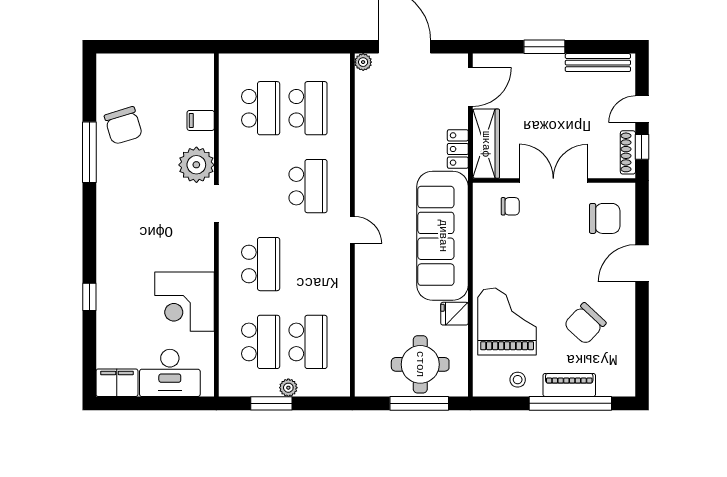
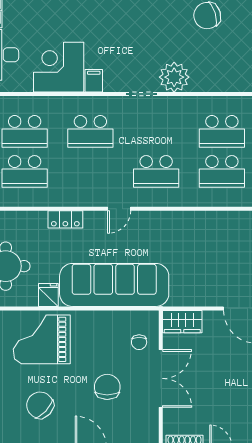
filing cabinet: (201, 120) -> (94, 81), moved
wardrobe: (486, 144) -> (182, 322), width x0.67
locker: (458, 149) -> (65, 219), moved, turned 180
chair: (605, 218) -> (107, 387), moved, turned 180
grand piano: (507, 322) -> (42, 339), turned 180

